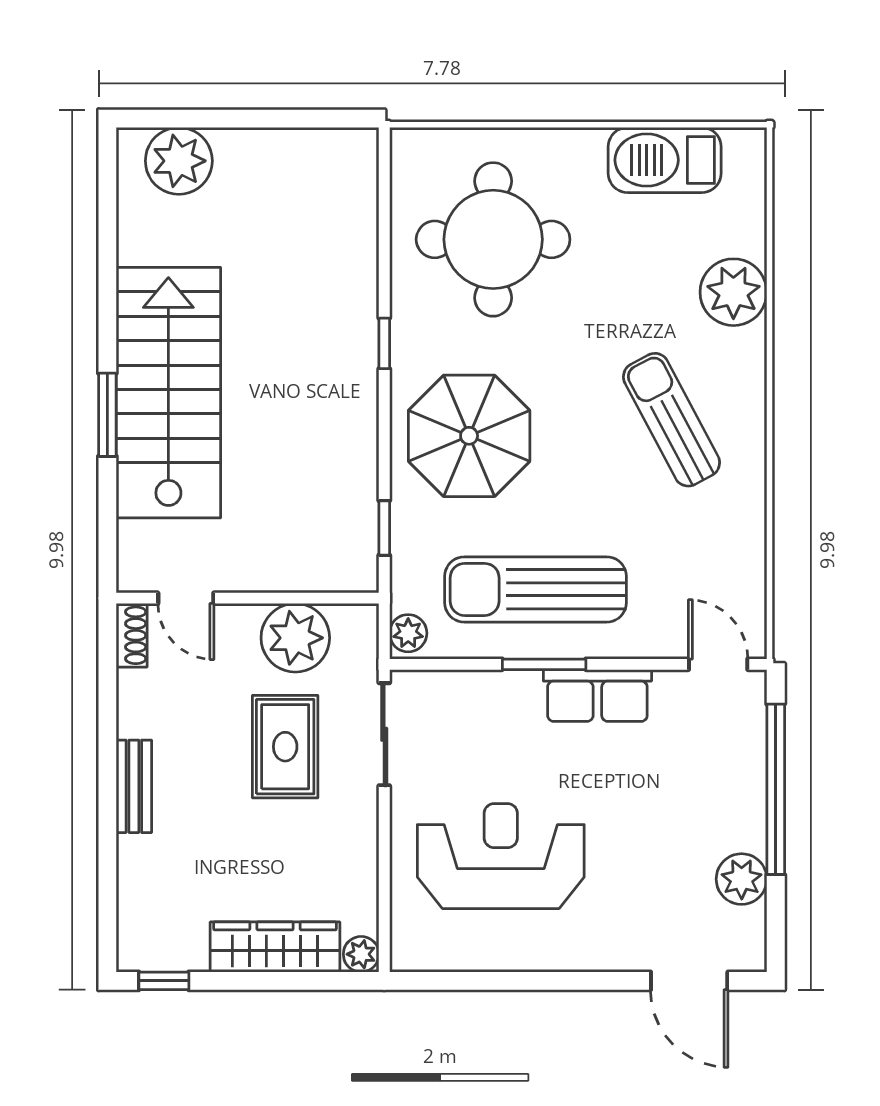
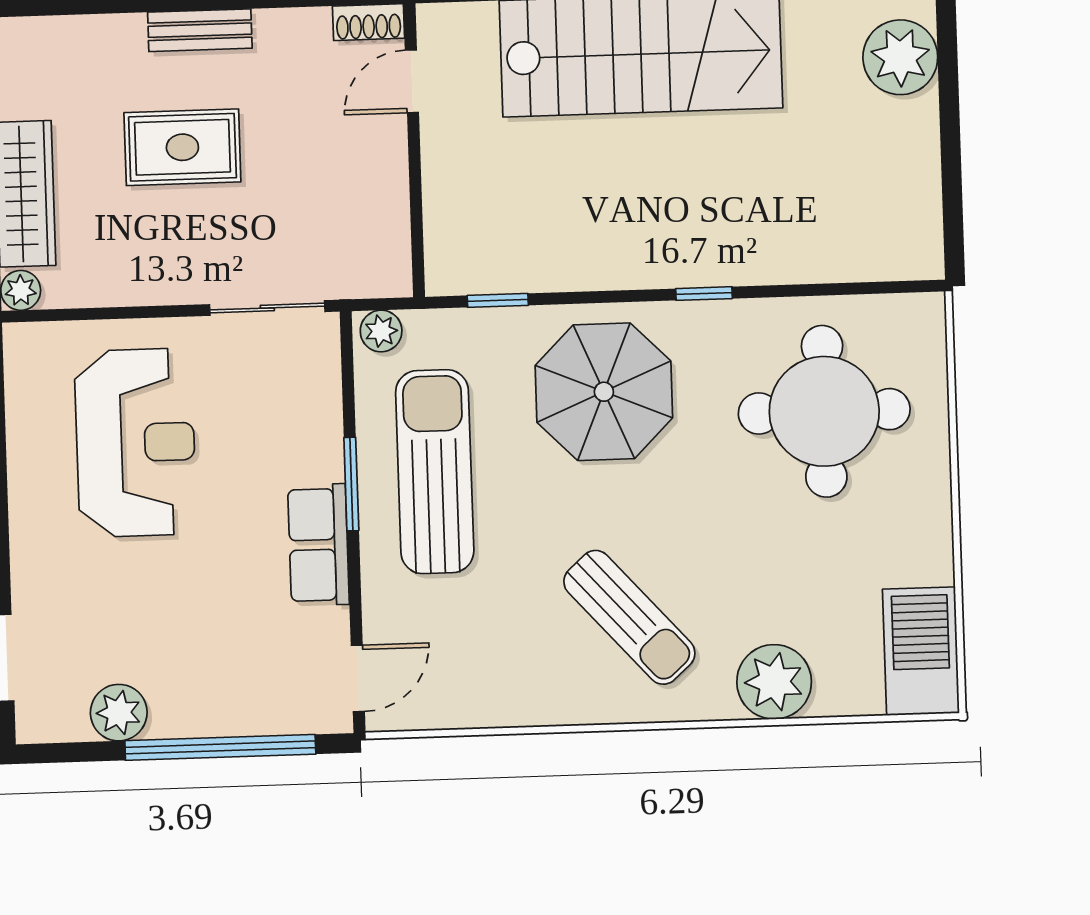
barbecue: (665, 160) -> (921, 651), moved
sun lounger: (671, 420) -> (629, 617), turned 76
plant: (295, 638) -> (372, 205), removed
rug: (285, 747) -> (182, 147), moved

